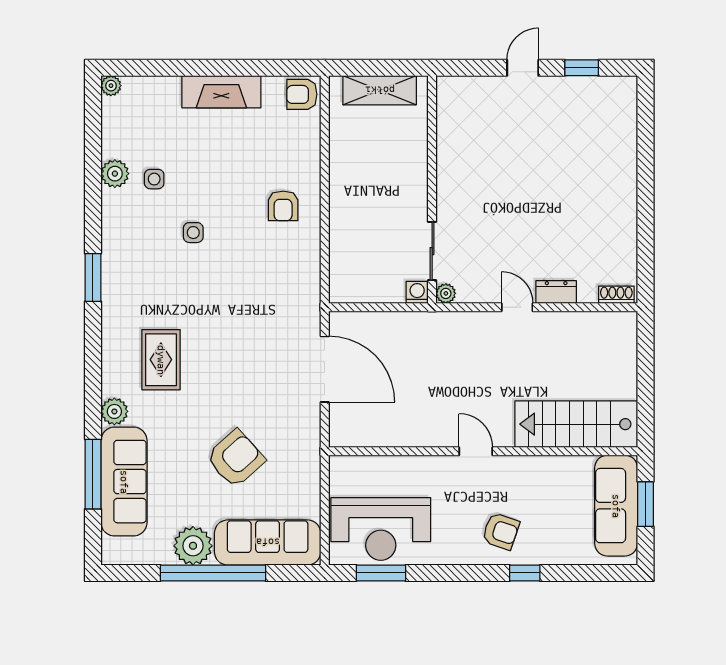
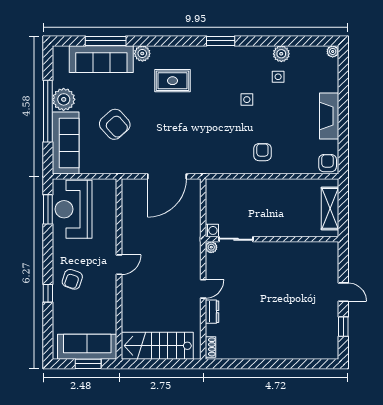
armchair: (283, 206) -> (262, 152), turned 90
stairs: (576, 424) -> (157, 346), moved, turned -90

